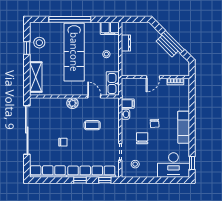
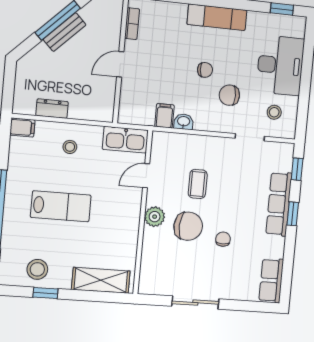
filing cabinet: (110, 28) -> (22, 128), width x0.50
lab bench: (74, 52) -> (61, 206), width x0.54, depth x0.72
door: (153, 77) -> (120, 64), swing flipped
chair: (69, 122) -> (188, 226), added
sliding door: (27, 130) -> (195, 303), width x0.54
desk: (173, 165) -> (280, 65), moved
row of seats: (48, 172) -> (271, 280), width x0.68
row of seats: (91, 172) -> (279, 204), width x0.73

